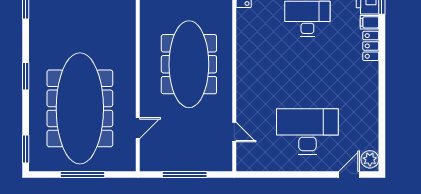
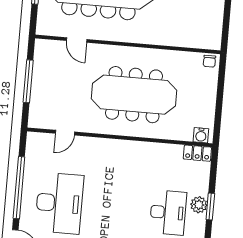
window: (295, 175) -> (19, 188), added

